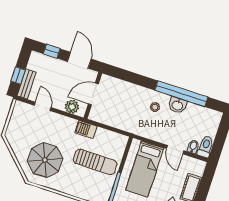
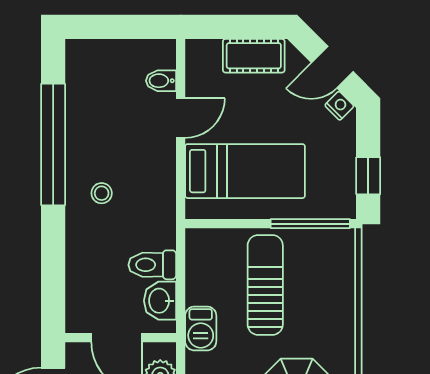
washbasin: (177, 105) -> (160, 301), moved, turned 180
toilet: (205, 147) -> (152, 265), moved

